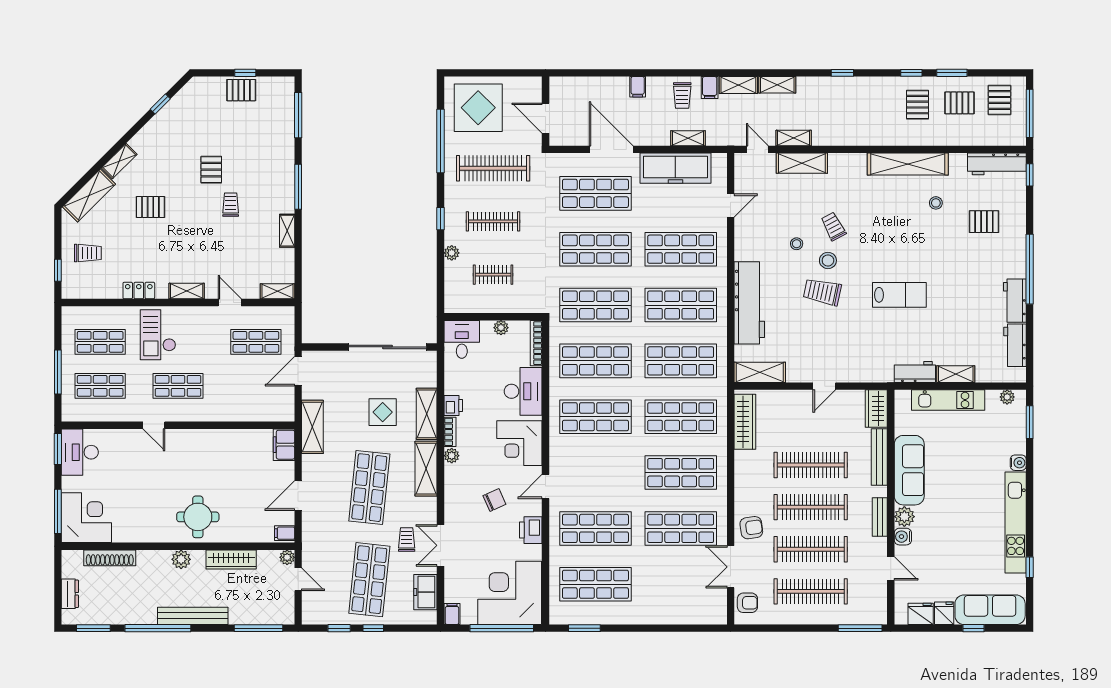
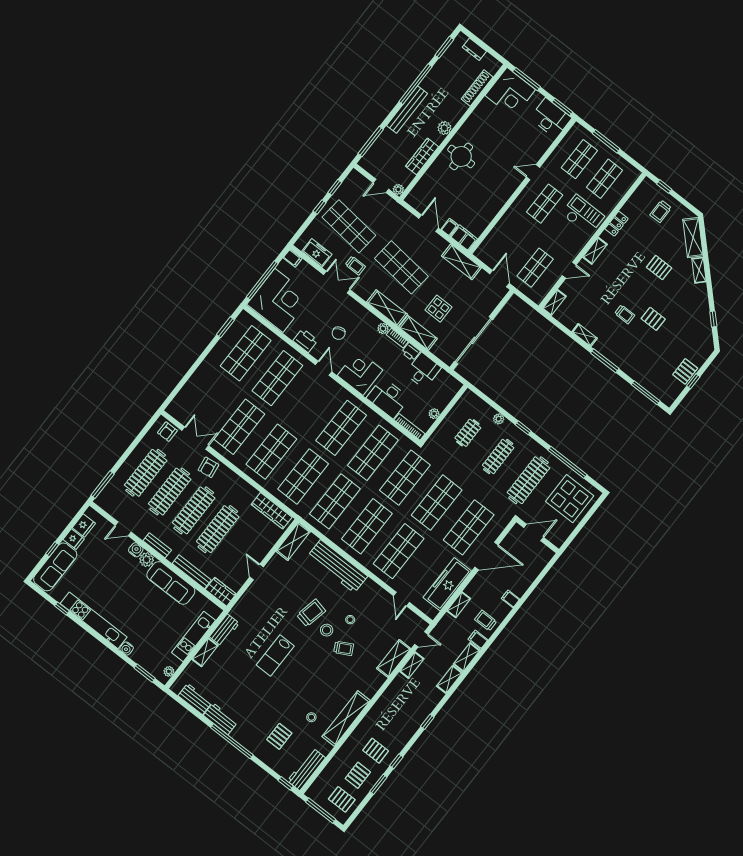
pallet: (150, 207) -> (659, 268), turned 90
desk: (462, 339) -> (423, 370), moved, turned -90
filing cabinet: (285, 533) -> (450, 227), moved

